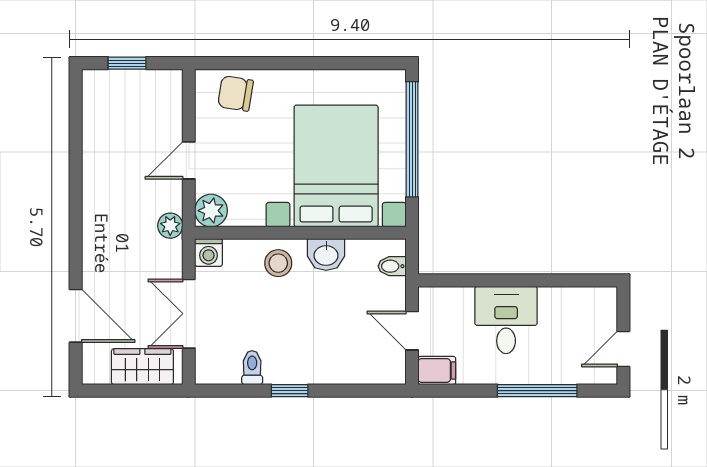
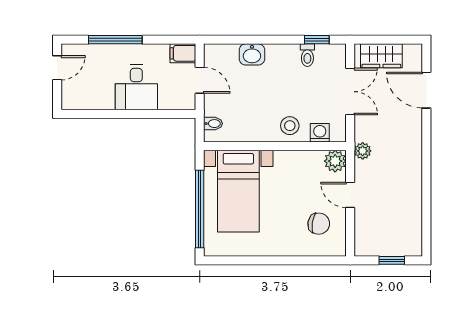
chair: (236, 93) -> (319, 224), moved
door: (189, 160) -> (350, 195), swing flipped
bed with nightstands: (336, 166) -> (238, 191), width x0.73
washing machine: (209, 253) -> (320, 133), moved
washbasin: (326, 255) -> (252, 54), moved, turned 180
window: (290, 391) -> (317, 40), moved

